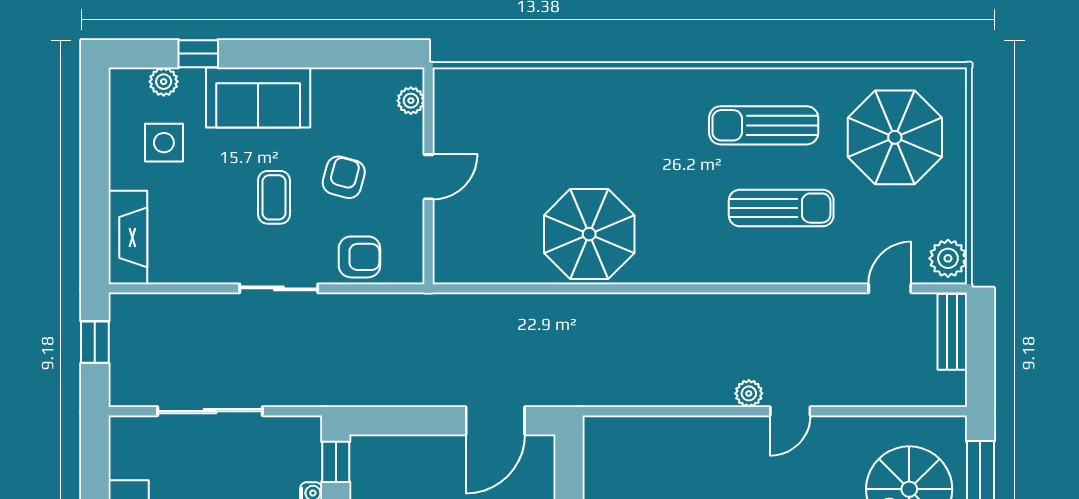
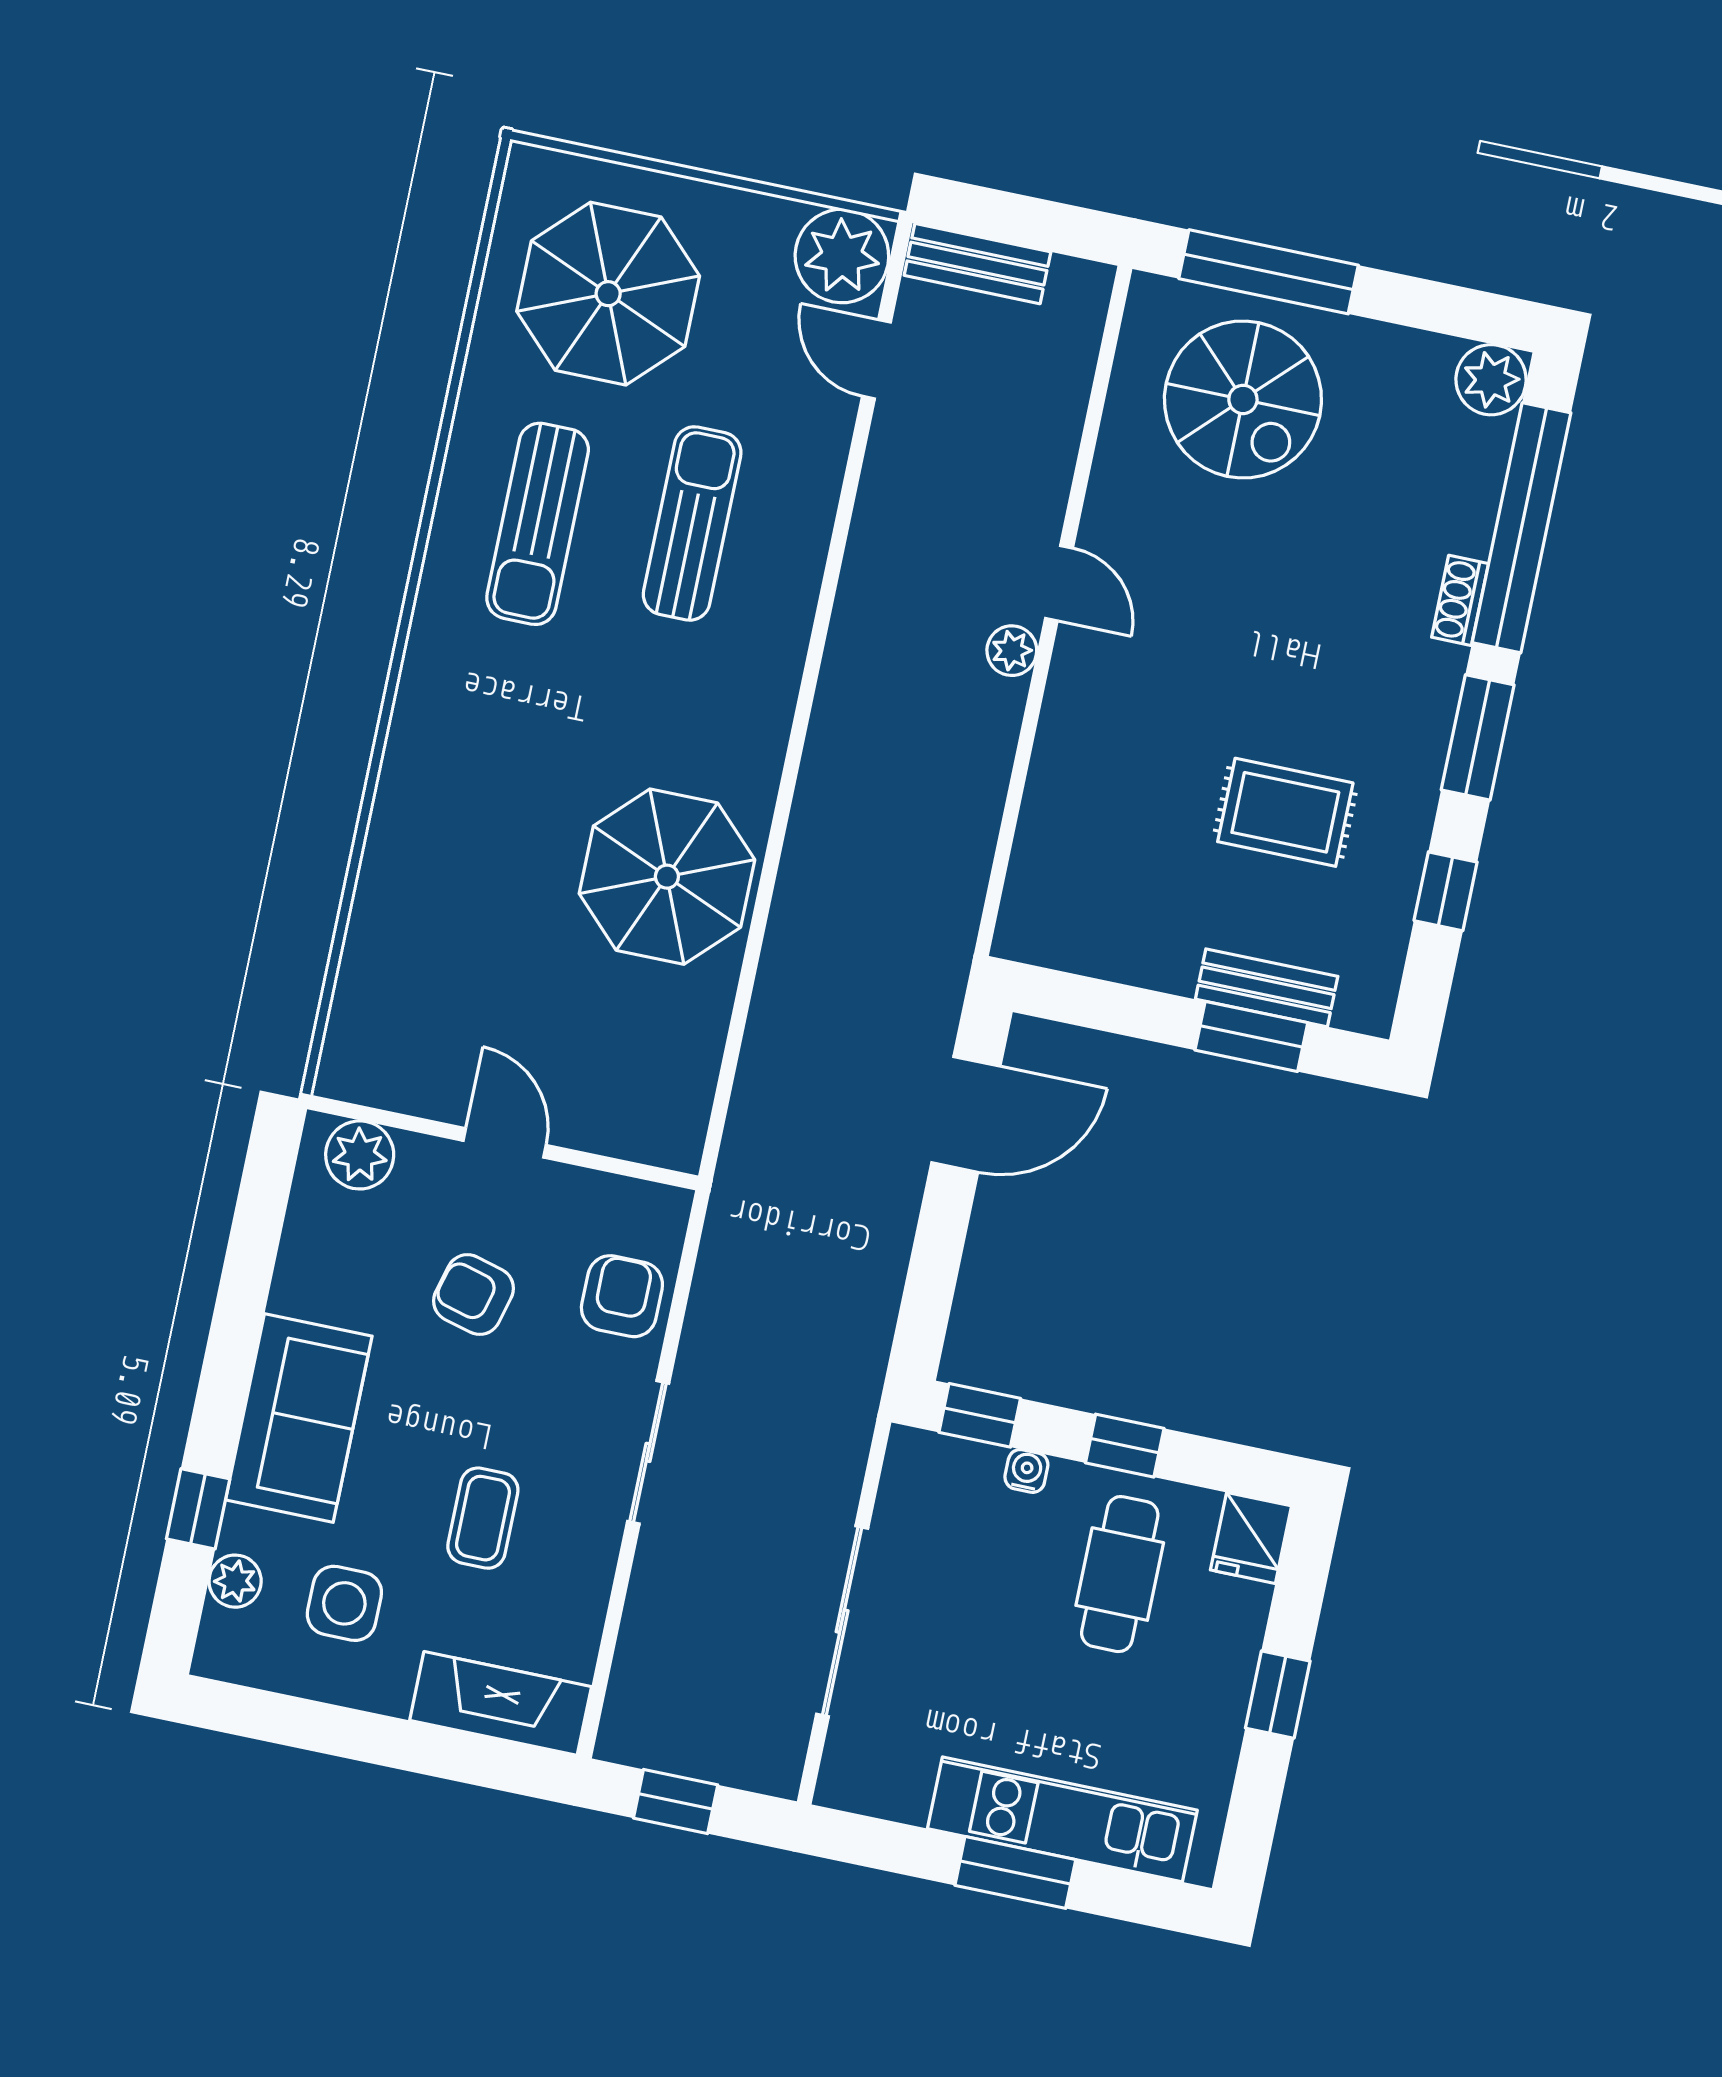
plant: (411, 101) -> (360, 1155), width x1.38, depth x1.38
coffee table: (274, 197) -> (483, 1518), moved, turned 90
plant: (948, 258) -> (842, 256), width x1.36, depth x1.36
door: (495, 421) -> (966, 1114), hinge flipped

